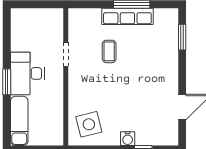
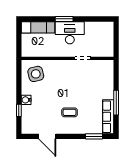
row of seats: (127, 16) -> (108, 117), moved
coffee table: (109, 51) -> (70, 112), moved

